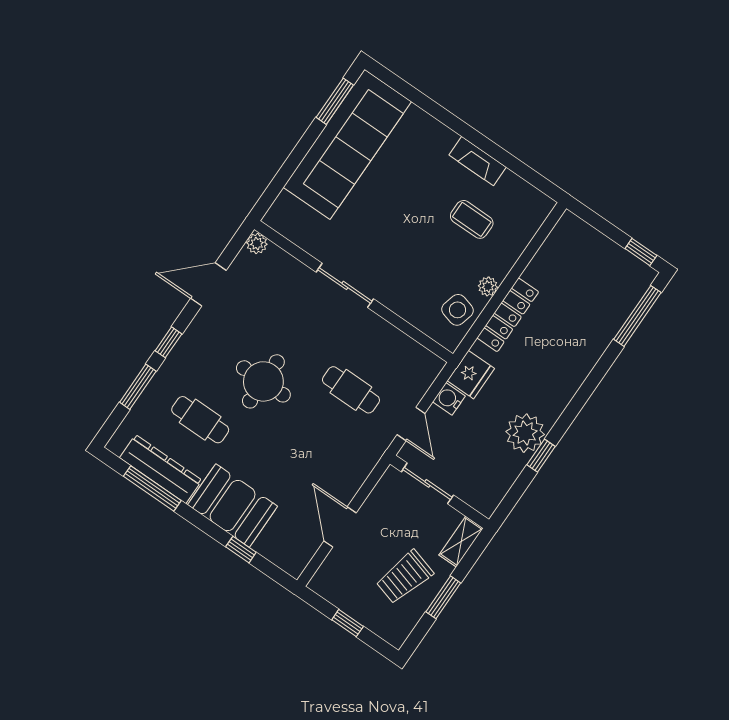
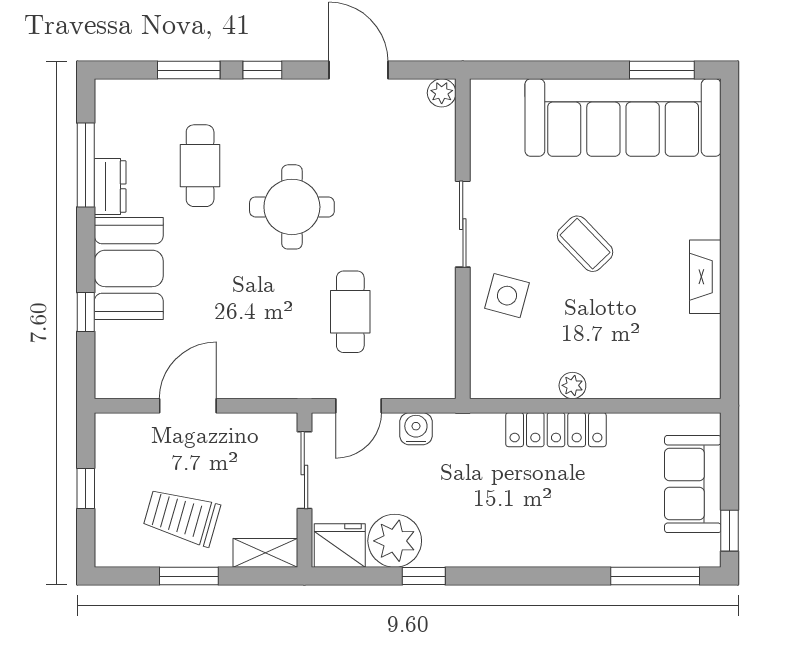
coffee table: (472, 219) -> (585, 244), moved, turned -44
sofa: (598, 255) -> (693, 484), added
side table: (458, 310) -> (507, 296), moved
fridge: (471, 375) -> (340, 546), moved, turned 180
plant: (525, 433) -> (395, 541), moved
dresser: (161, 469) -> (110, 186), width x0.51, depth x0.80

